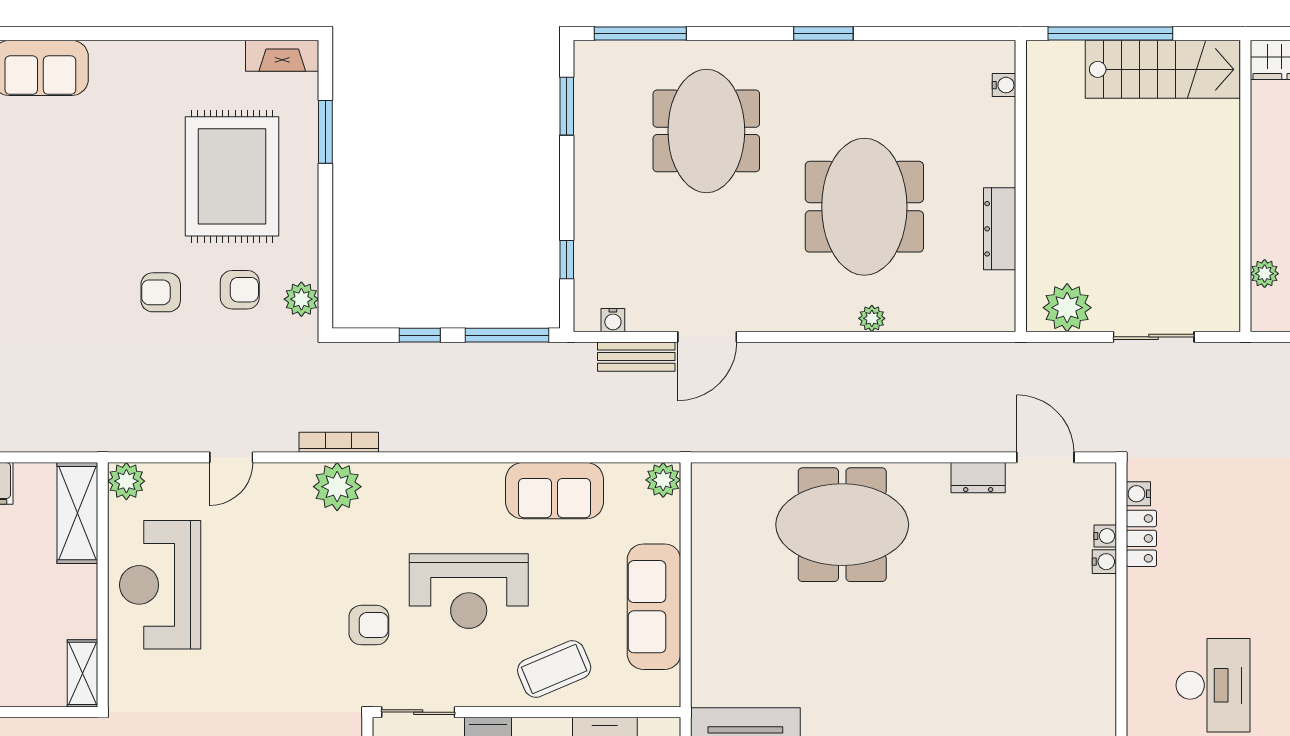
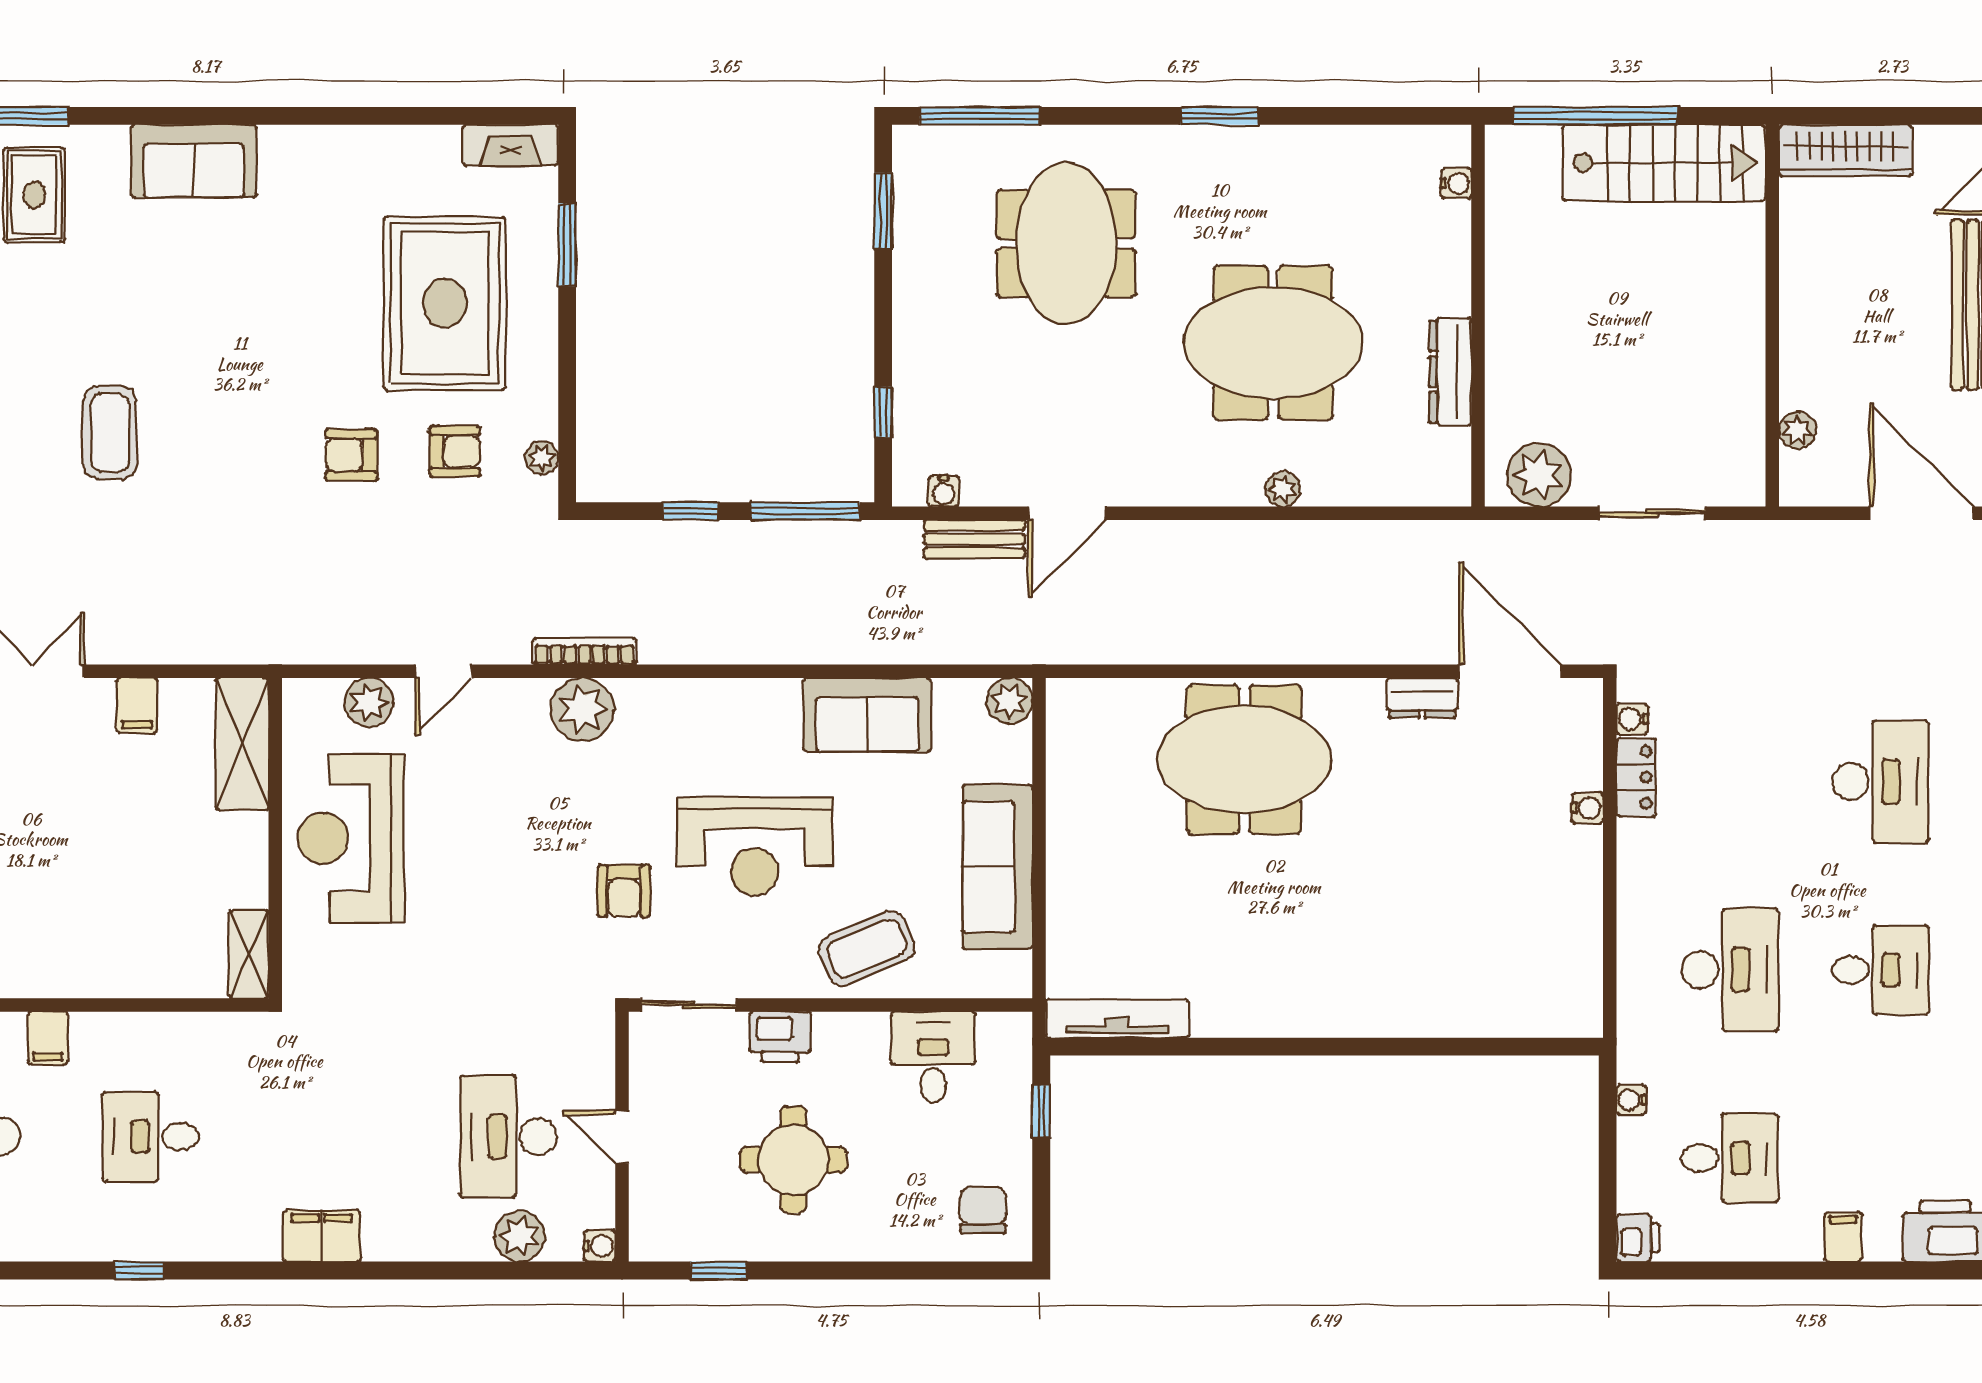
meeting table: (864, 207) -> (1273, 343), turned 90
plant: (301, 299) -> (542, 458), width x0.73, depth x0.73
door: (1045, 457) -> (1510, 671), width x1.36
plant: (126, 481) -> (369, 702), moved
water cooler: (1105, 536) -> (1589, 774), removed
armchair: (369, 625) -> (624, 891), turned 90

